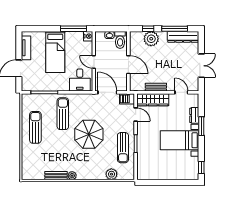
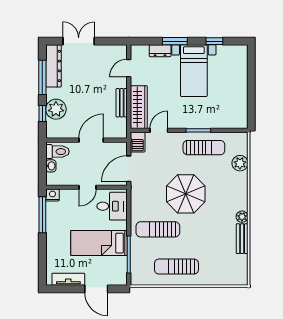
bed: (55, 52) -> (99, 243), moved, turned 180
double door: (201, 66) -> (79, 41), moved
window: (201, 168) -> (214, 41), moved

